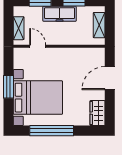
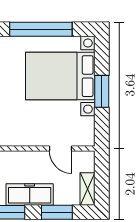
shelving: (19, 28) -> (87, 189), moved

